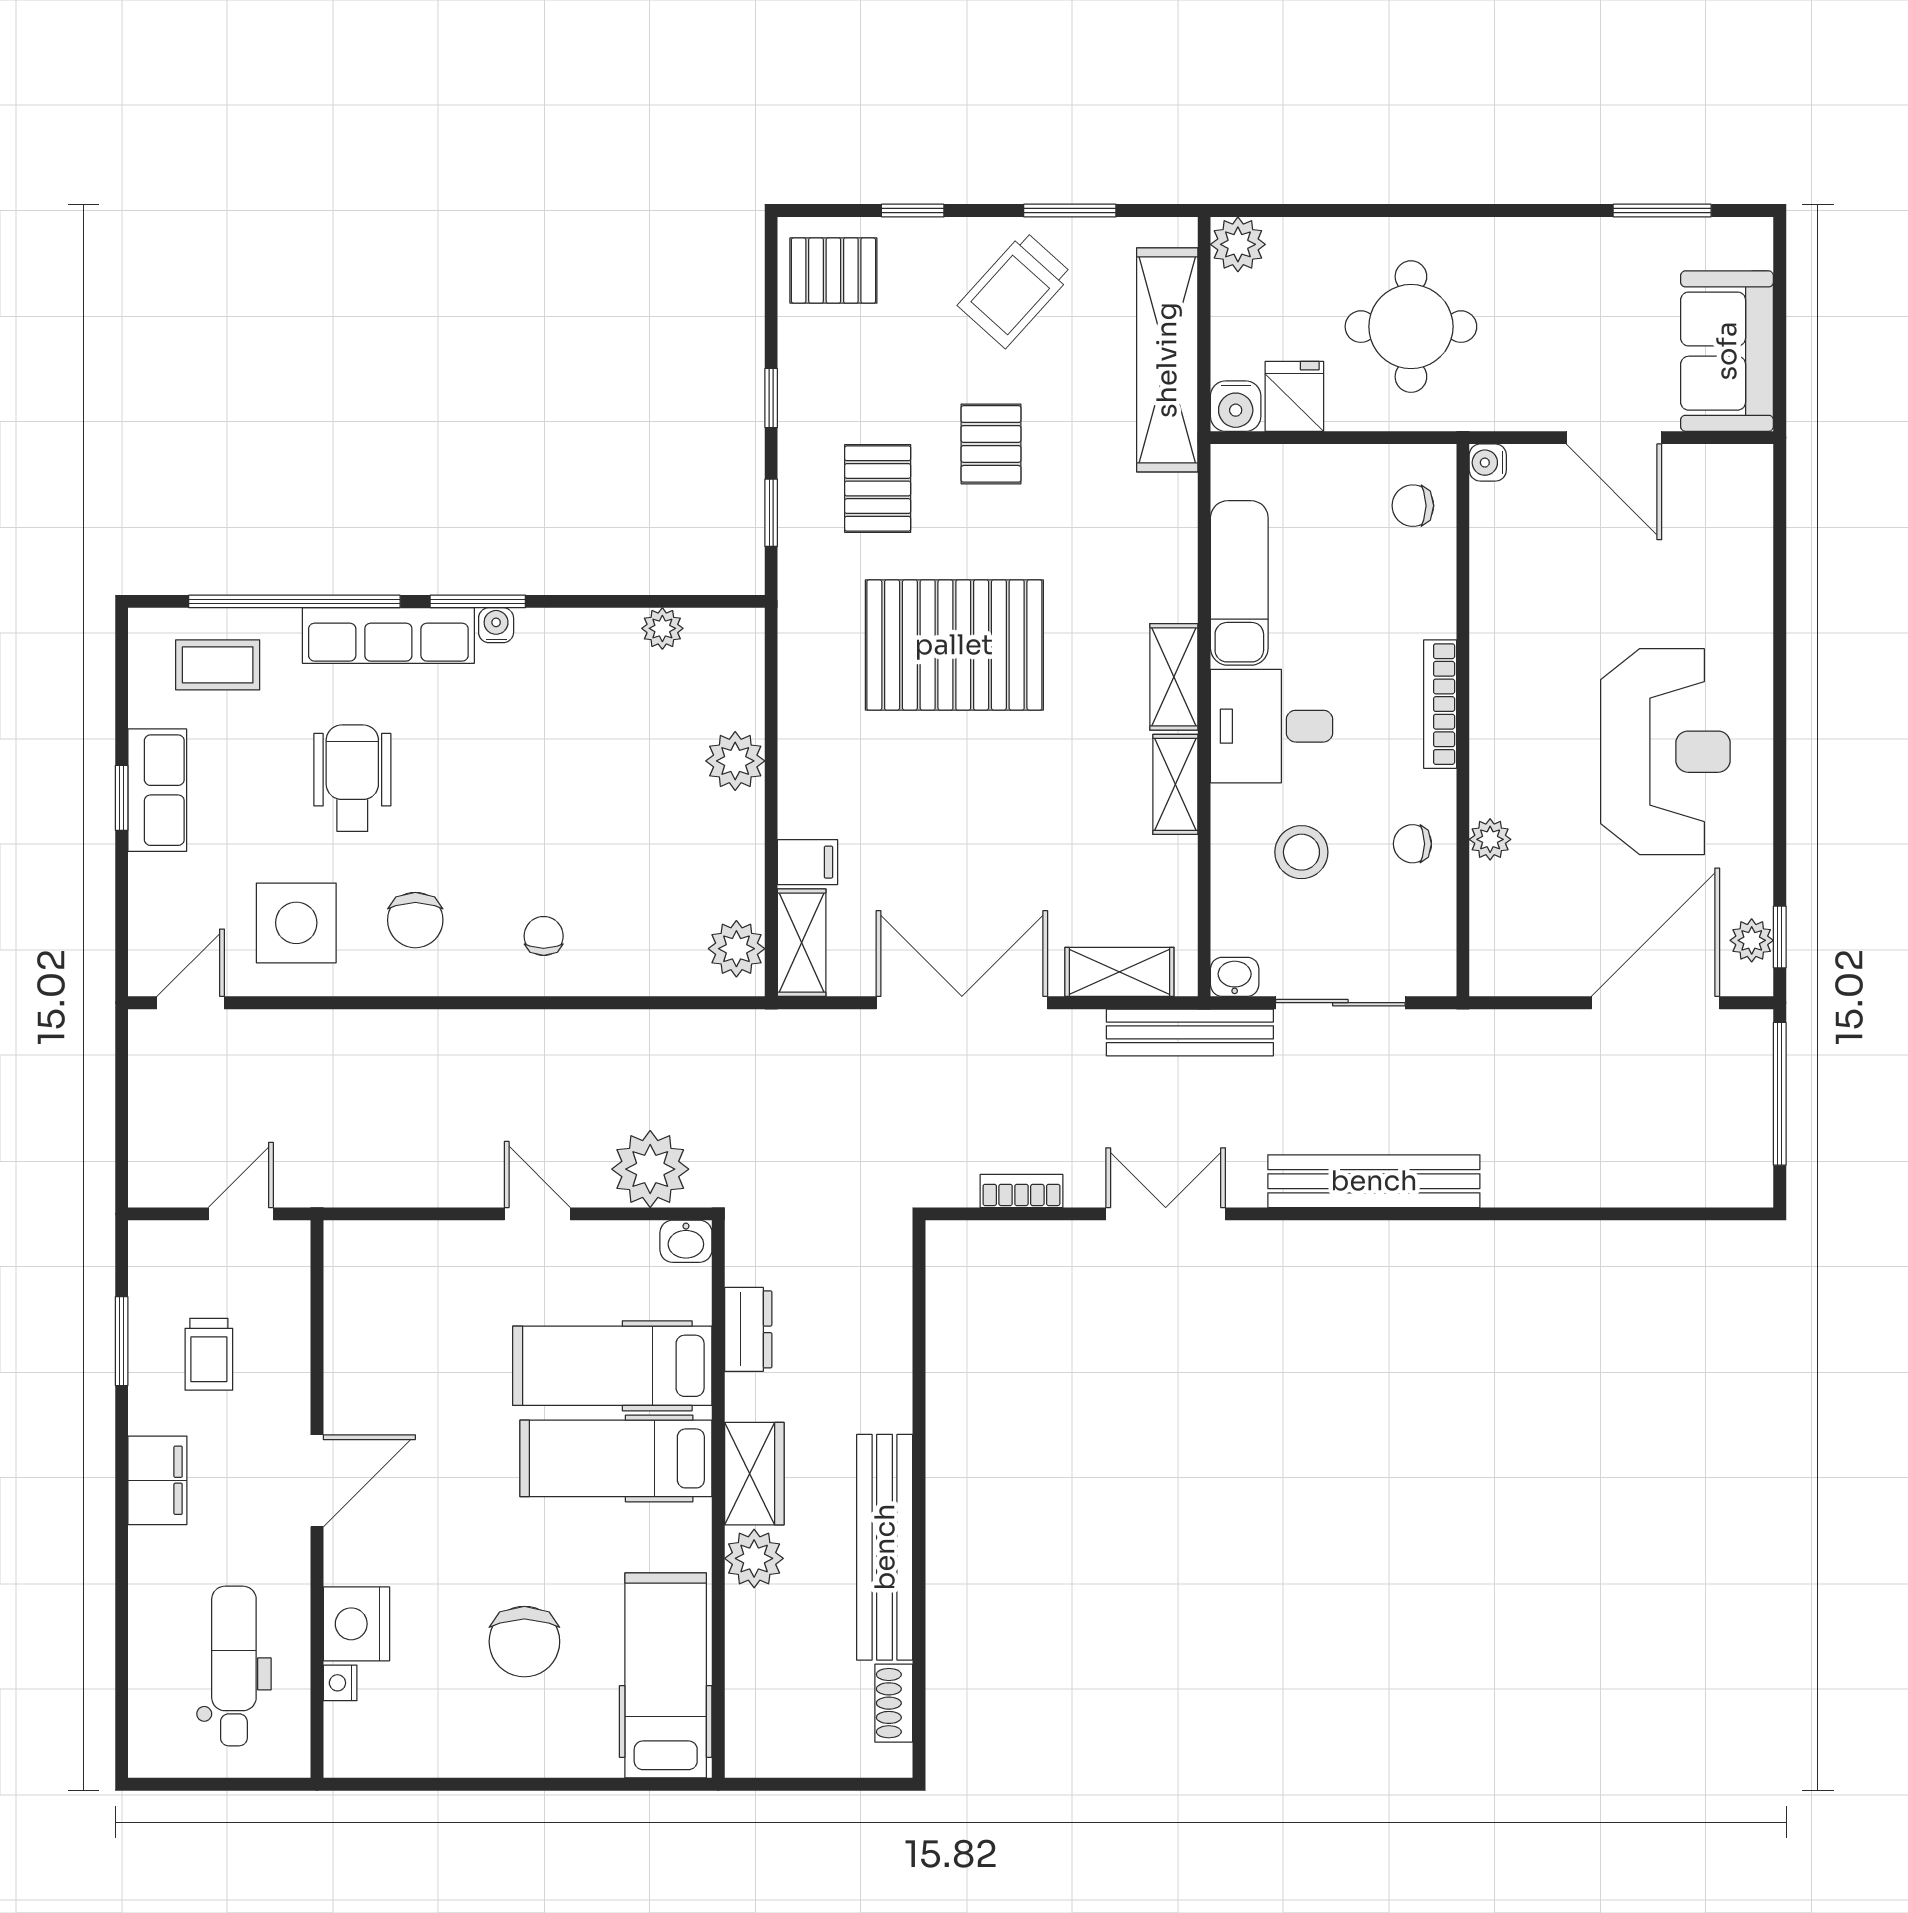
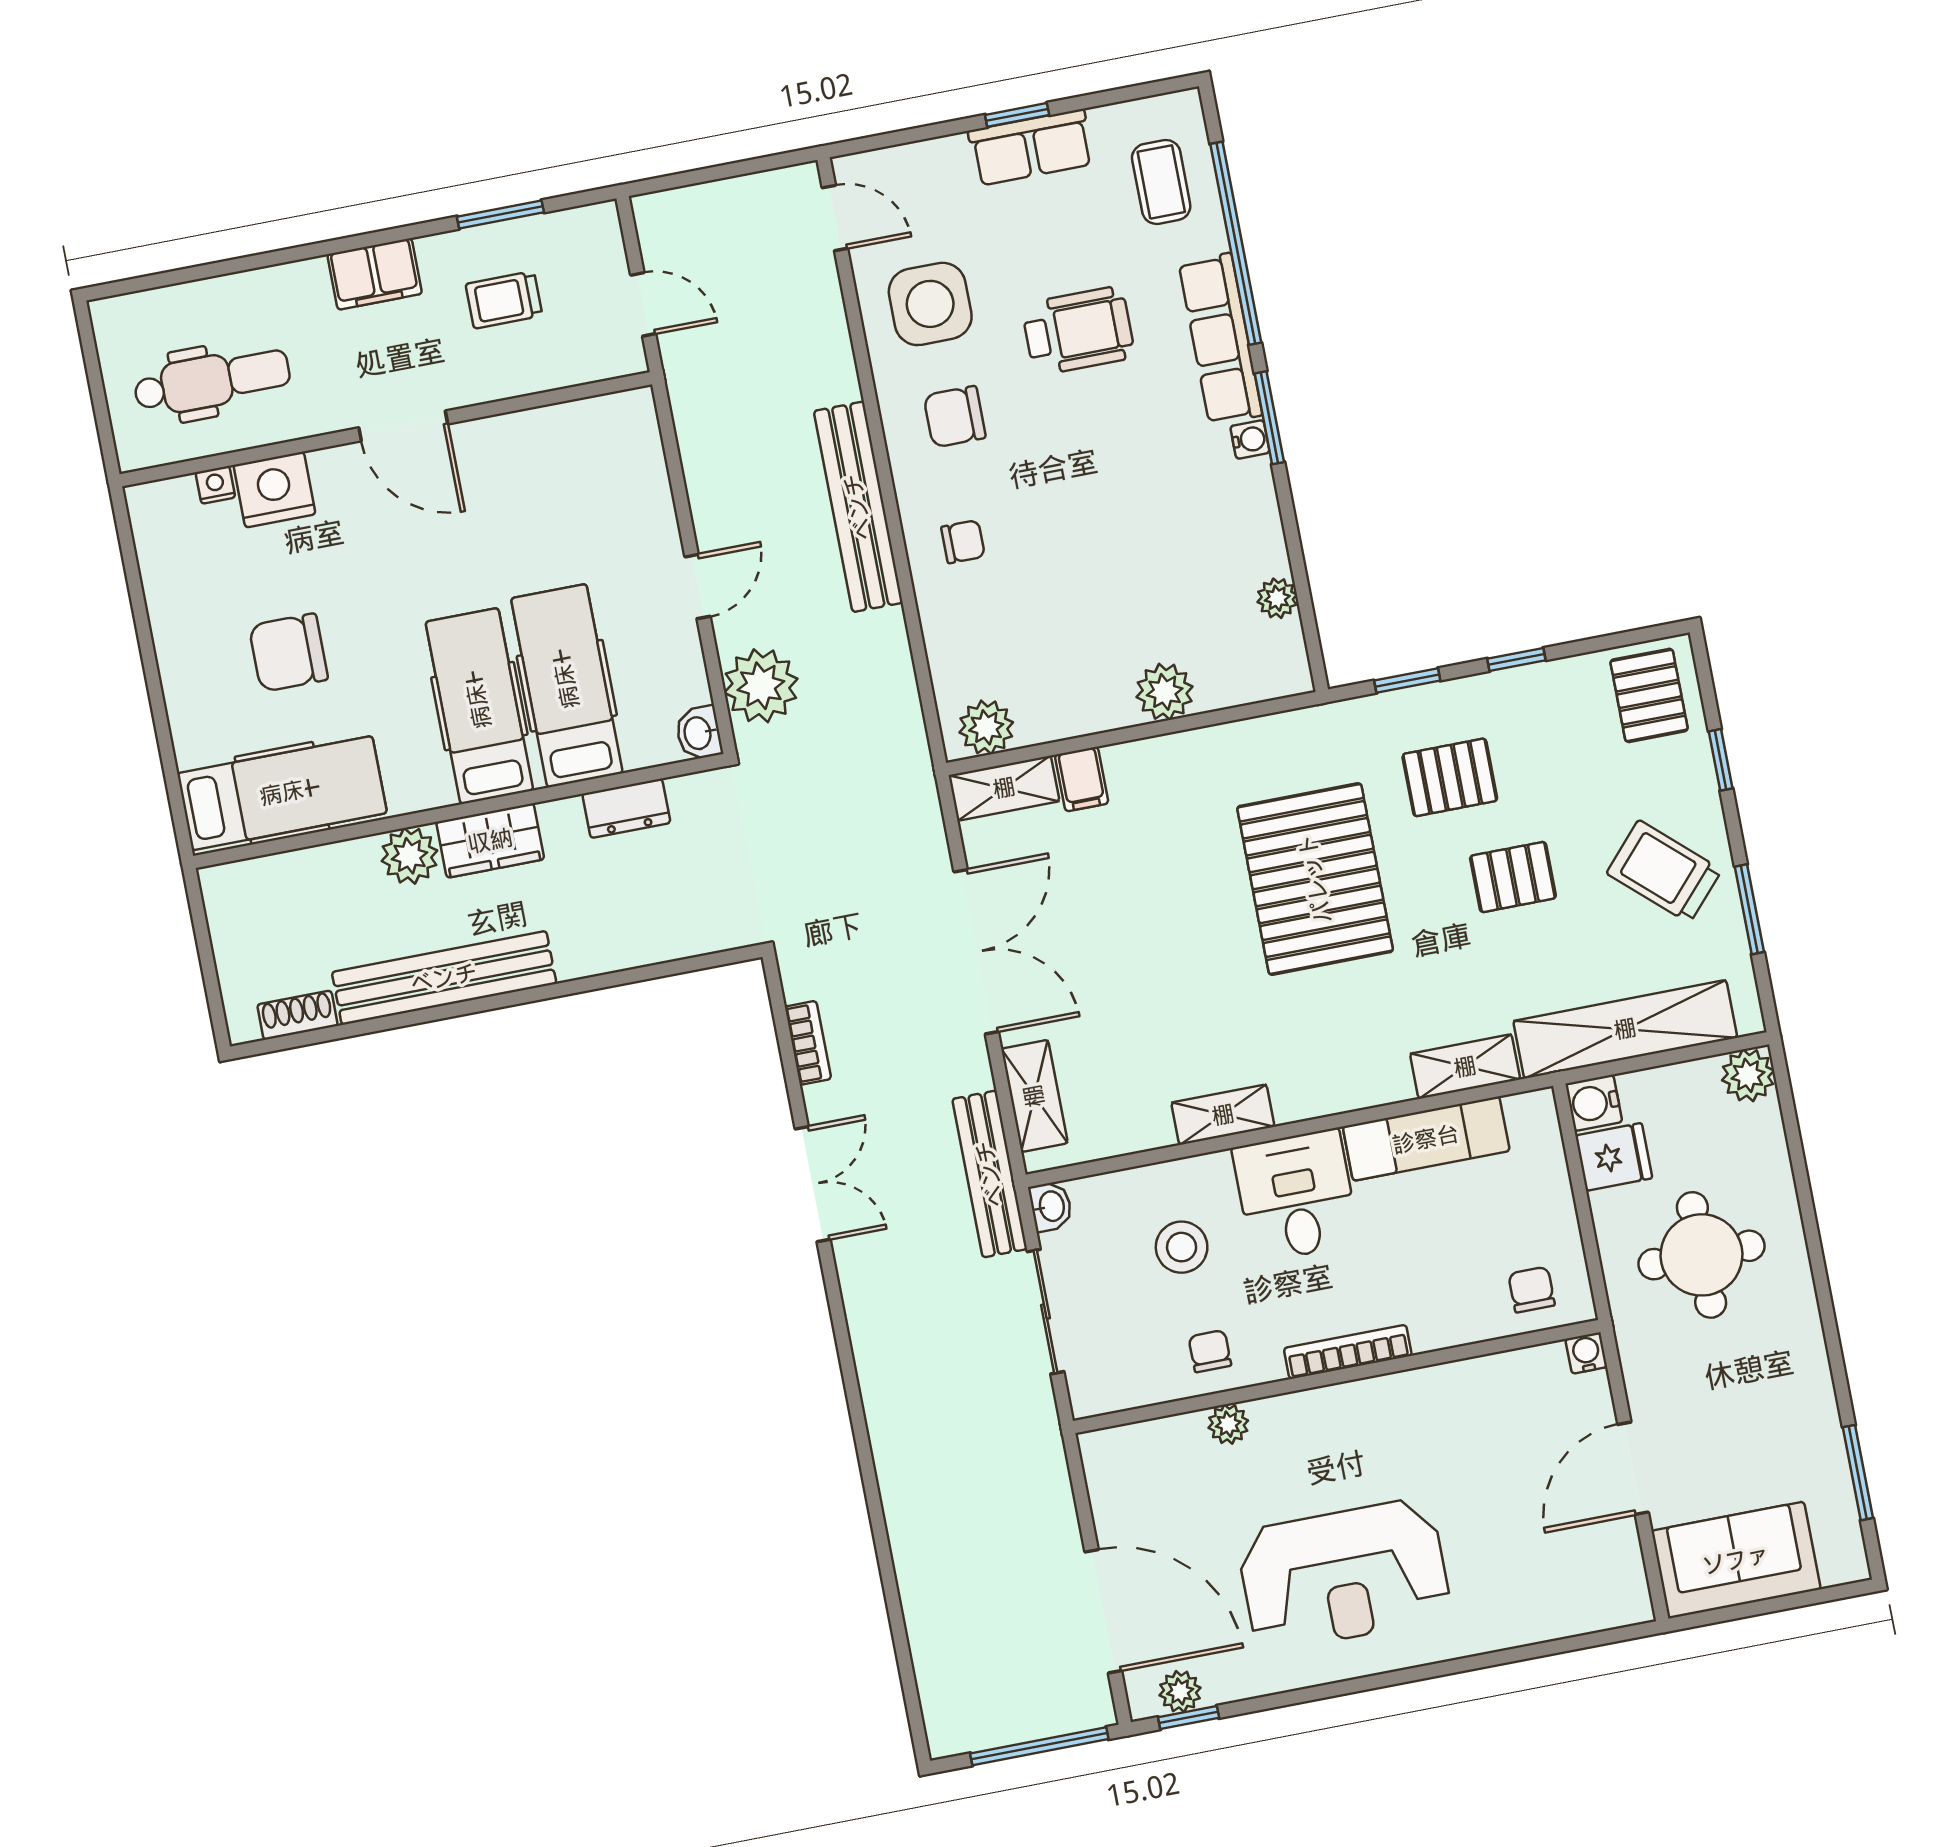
shelving: (1174, 677) -> (1465, 1067), moved
bench: (1374, 1181) -> (858, 507), moved

